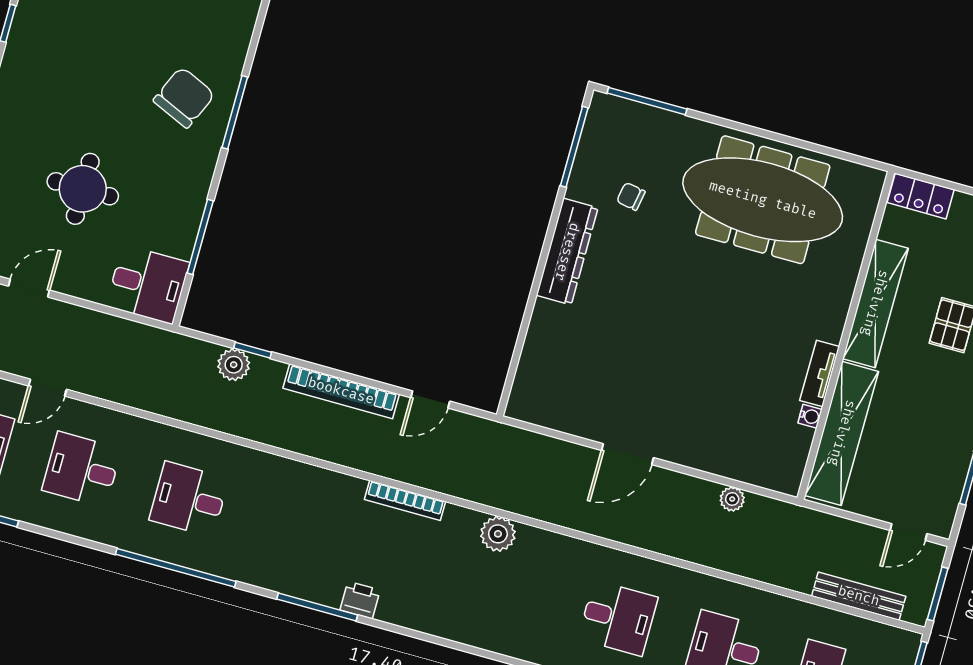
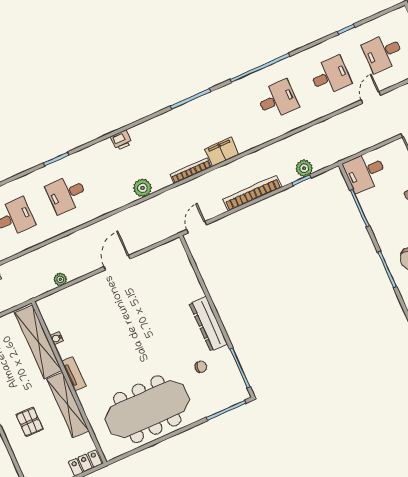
tv unit: (820, 374) -> (74, 374), moved
door: (430, 399) -> (197, 227), moved
filing cabinet: (336, 490) -> (222, 152), added
printer: (360, 600) -> (121, 140), moved

